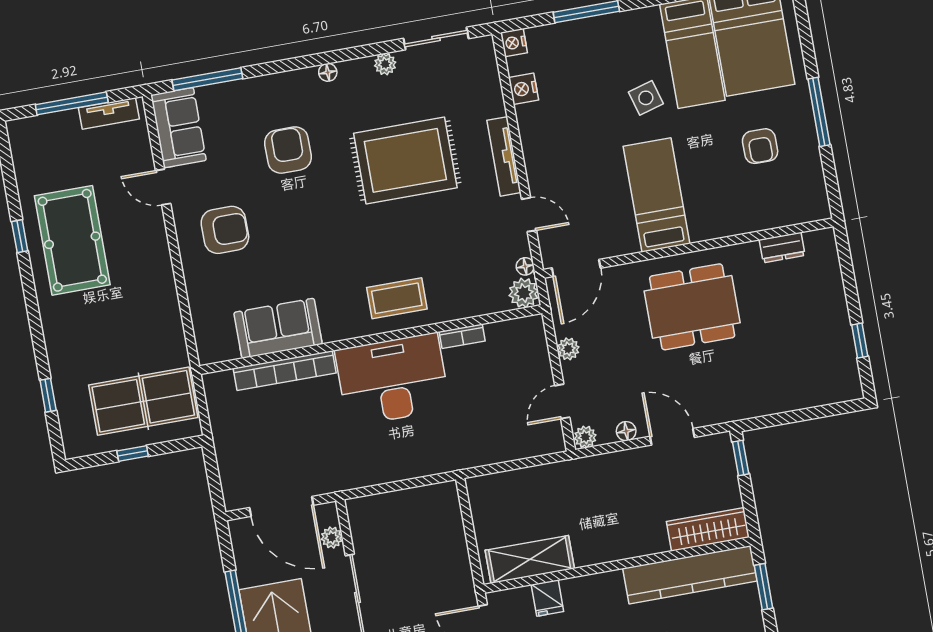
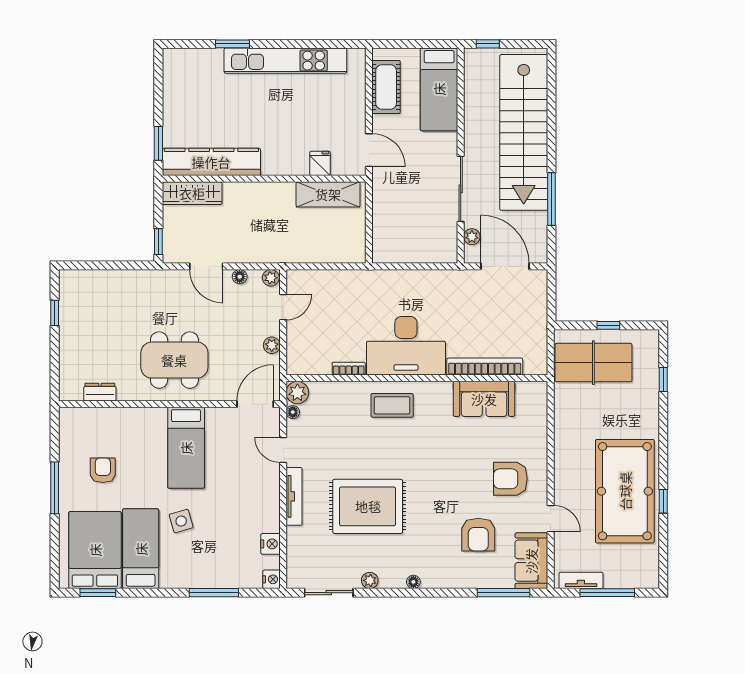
armchair: (288, 150) -> (478, 535), moved
pool table: (72, 240) -> (625, 491), width x1.36, depth x1.32

